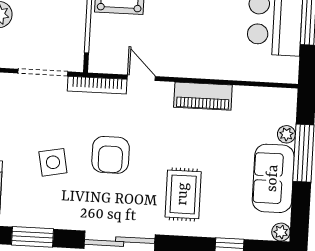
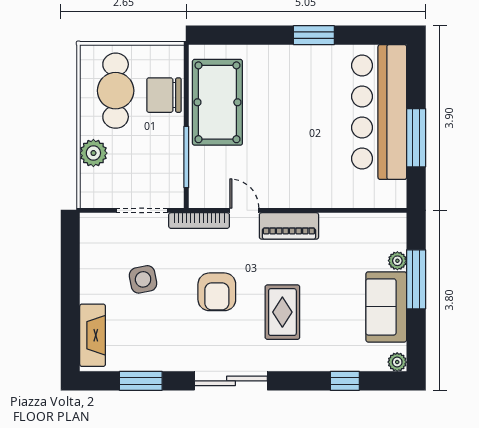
piano: (203, 96) -> (289, 226), moved
side table: (53, 162) -> (143, 279), moved
rug: (183, 194) -> (282, 312), moved

